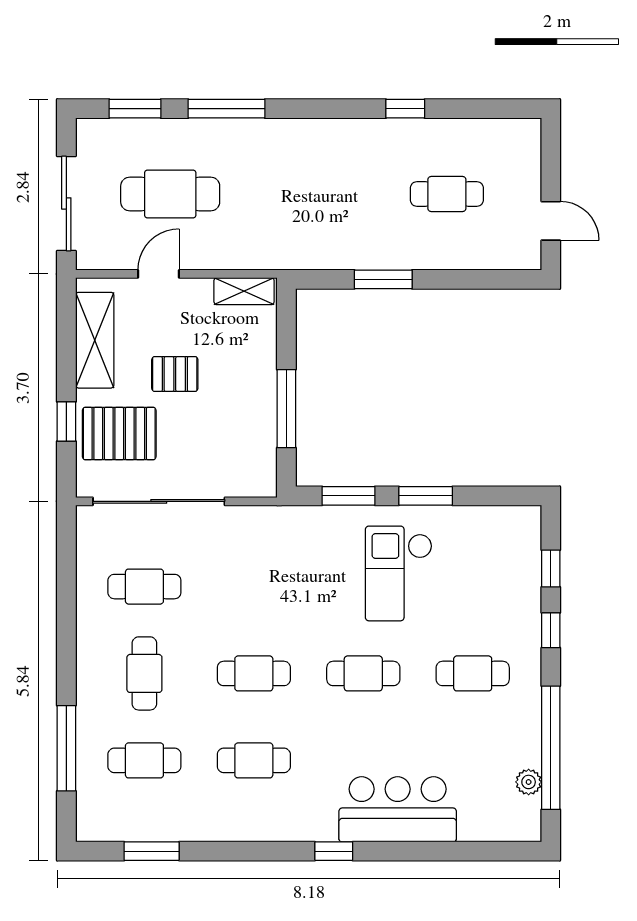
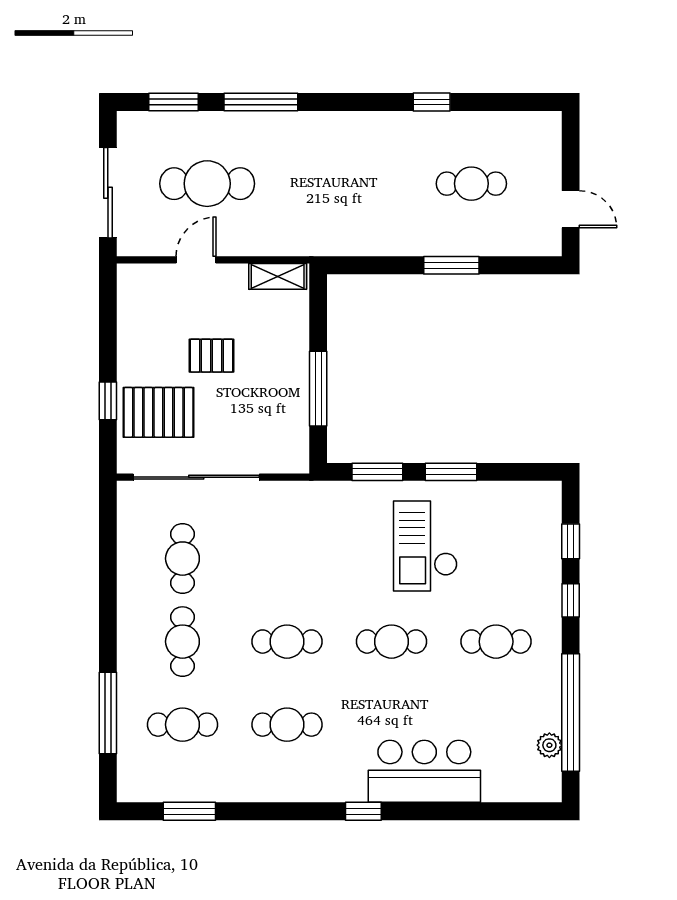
window: (383, 279) -> (451, 265), moved
shelving: (95, 340) -> (135, 323), removed
cafe table: (144, 587) -> (182, 559), turned 90

